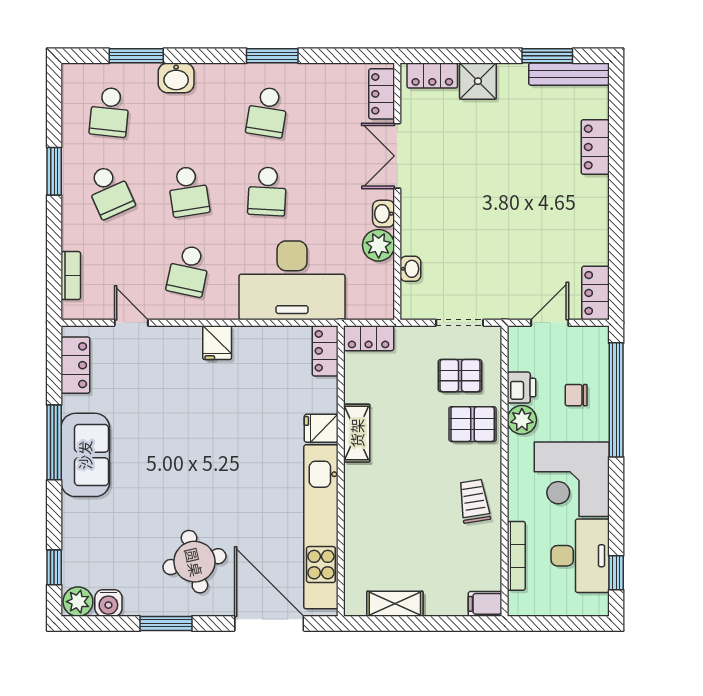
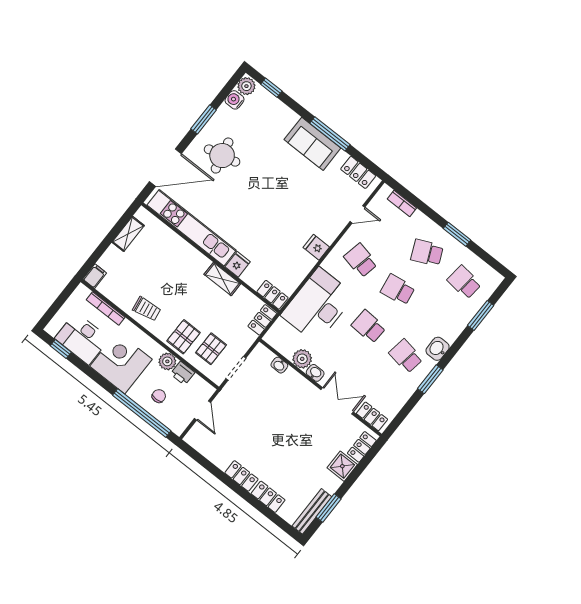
washbasin: (176, 78) -> (438, 349), moved
locker: (595, 293) -> (241, 476), moved

